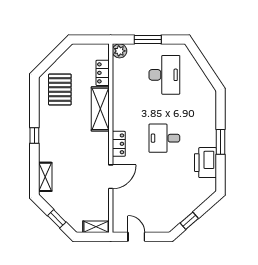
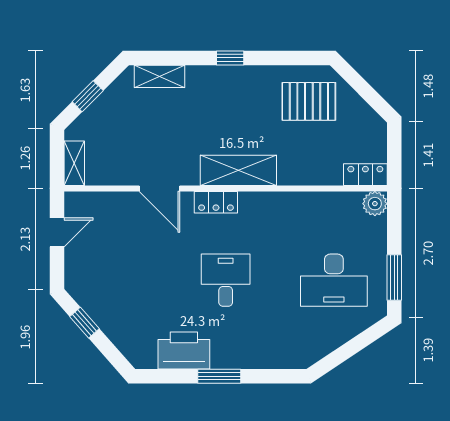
window: (148, 40) -> (394, 278), moved
locker: (103, 73) -> (365, 175), moved
shelving: (100, 109) -> (238, 170), moved

